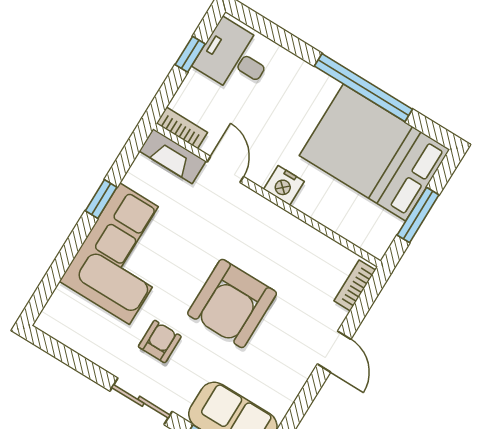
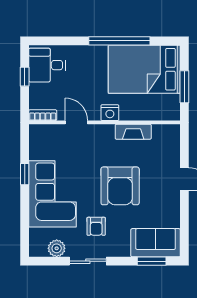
fireplace: (173, 156) -> (133, 132), moved
bookcase: (355, 285) -> (175, 140), removed
plant: (81, 338) -> (57, 248), added
armchair: (160, 342) -> (96, 226), turned 180
sliding door: (141, 401) -> (88, 261), moved

